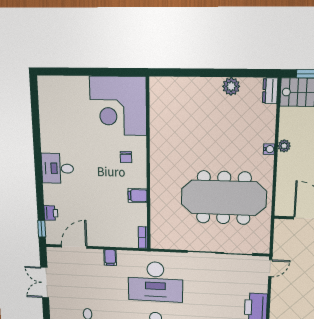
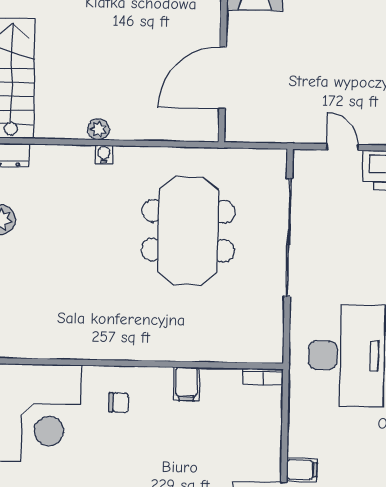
meeting table: (224, 198) -> (188, 231), width x0.73
filing cabinet: (110, 258) -> (302, 470), moved
door: (270, 268) -> (342, 147), moved

